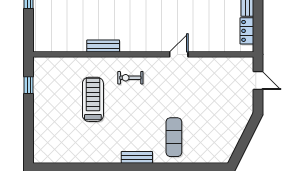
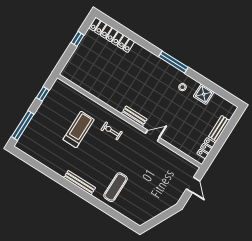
bench: (103, 46) -> (134, 116), moved
window: (29, 134) -> (23, 125), added
bench: (137, 157) -> (80, 183), width x1.36

